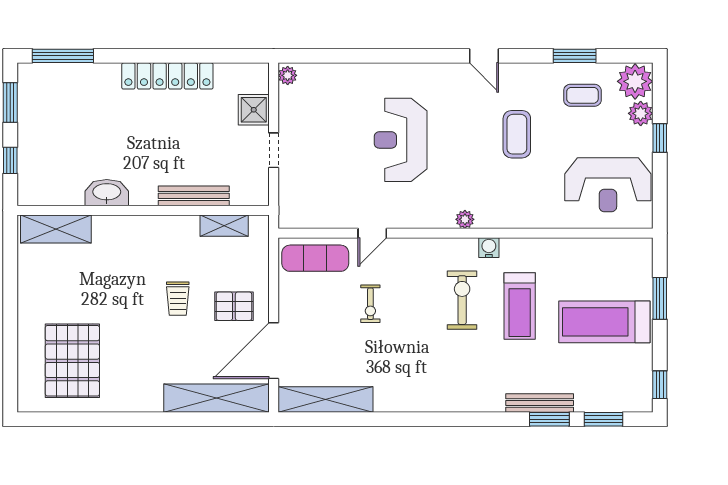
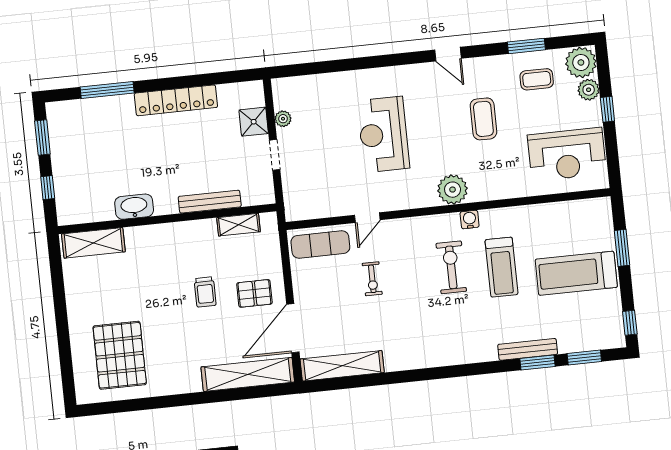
window: (63, 56) -> (107, 90), moved
plant: (288, 75) -> (283, 119), moved
plant: (465, 219) -> (453, 190), width x1.87, depth x1.87

